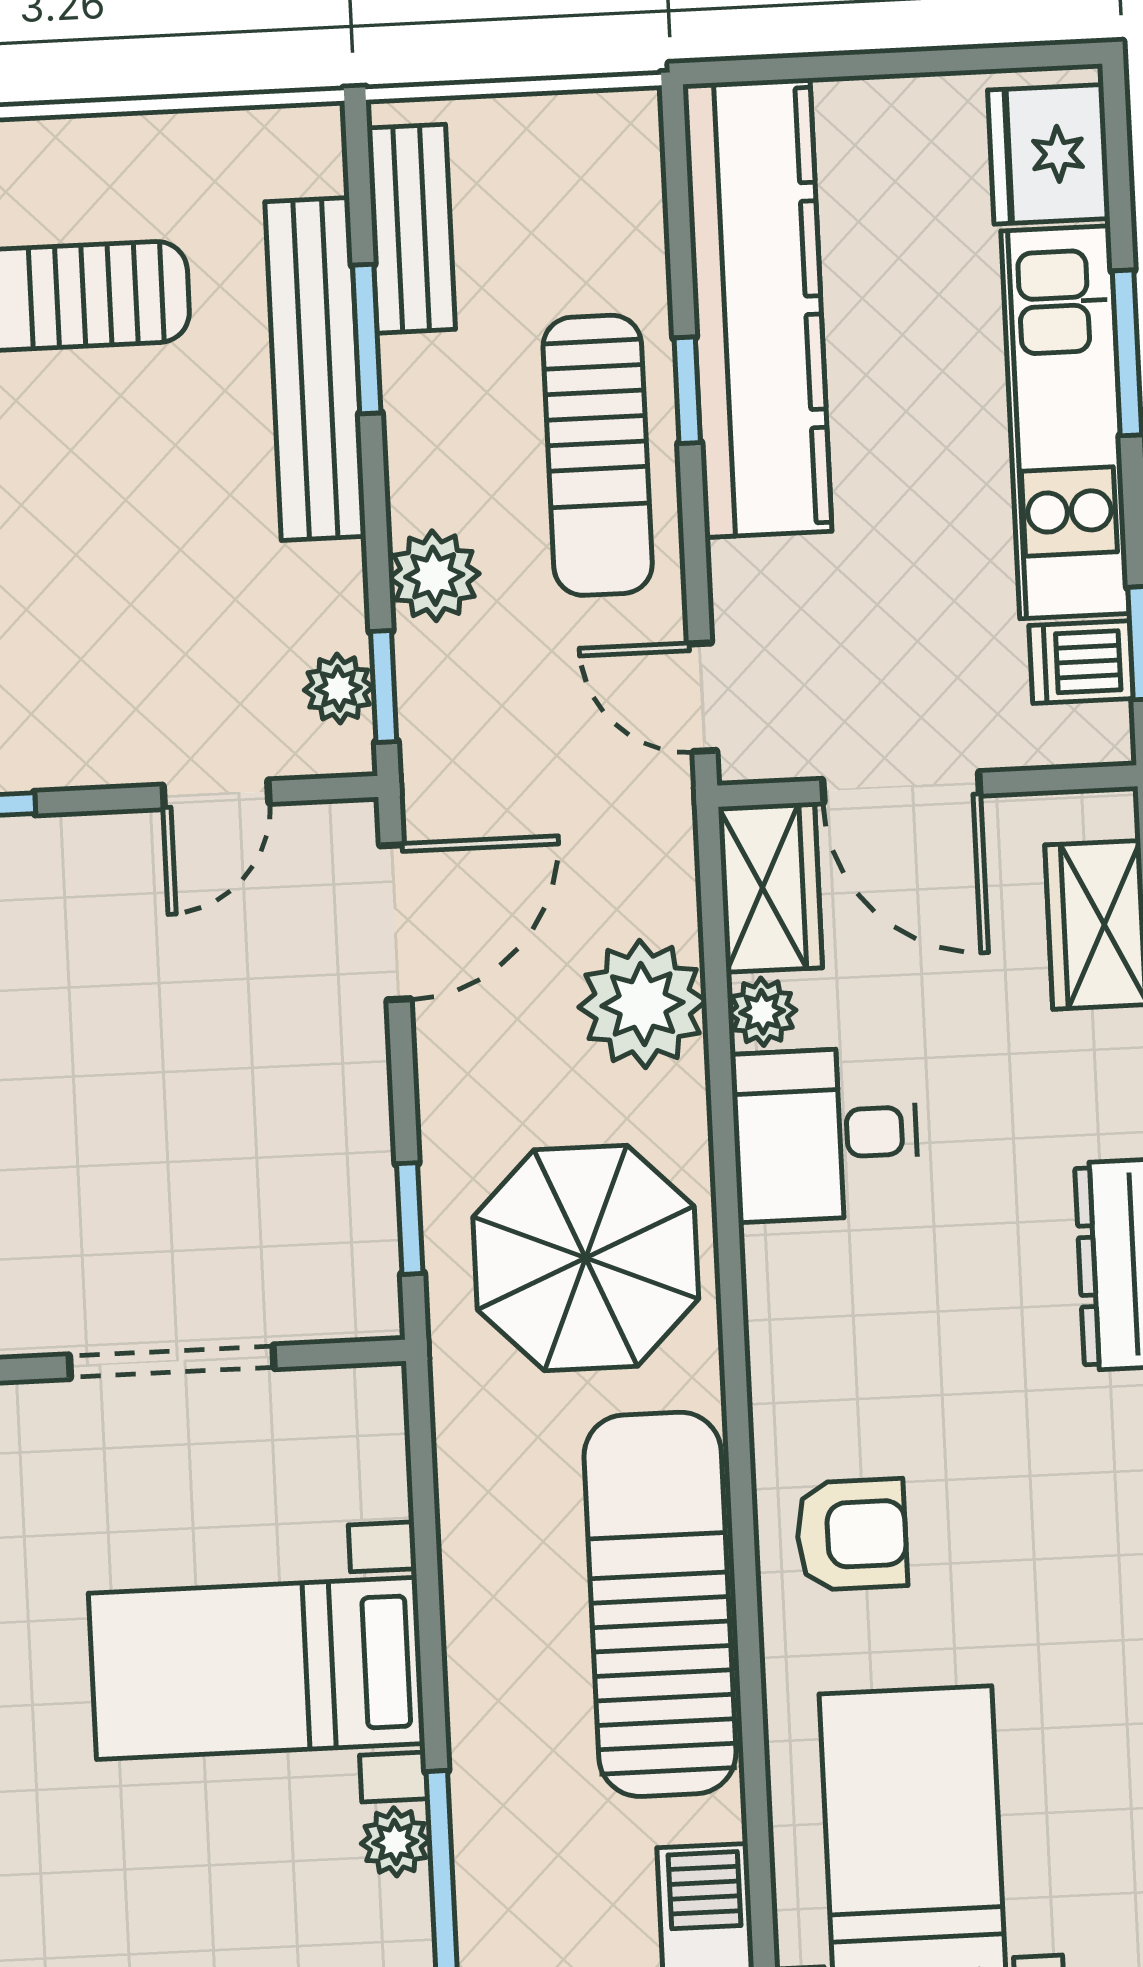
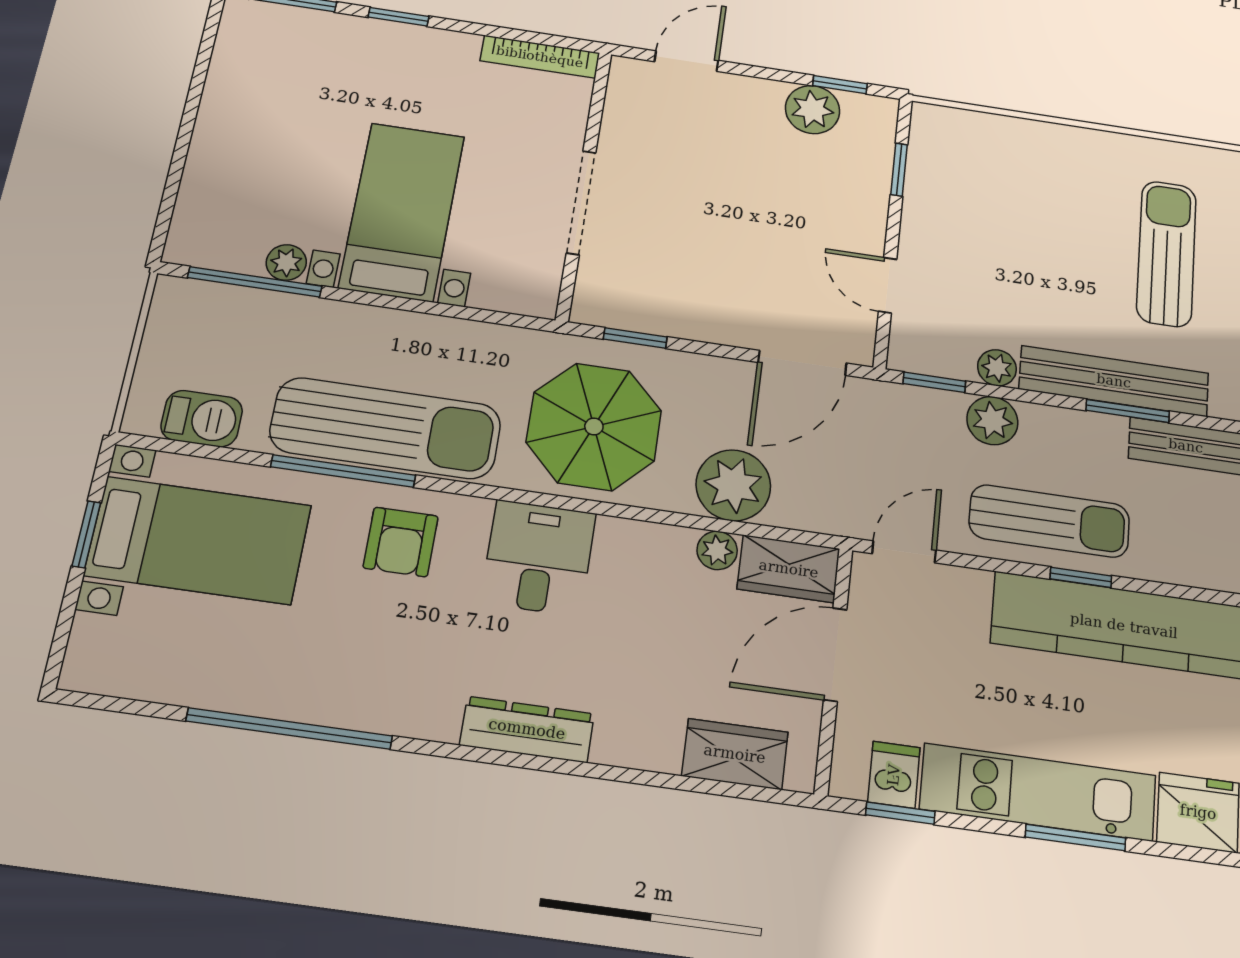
sun lounger: (598, 455) -> (1049, 521), turned 180
plant: (339, 688) -> (997, 368), moved
door: (395, 922) -> (802, 363), hinge flipped
desk: (825, 1134) -> (538, 558), moved
window: (749, 1656) -> (343, 471), added

